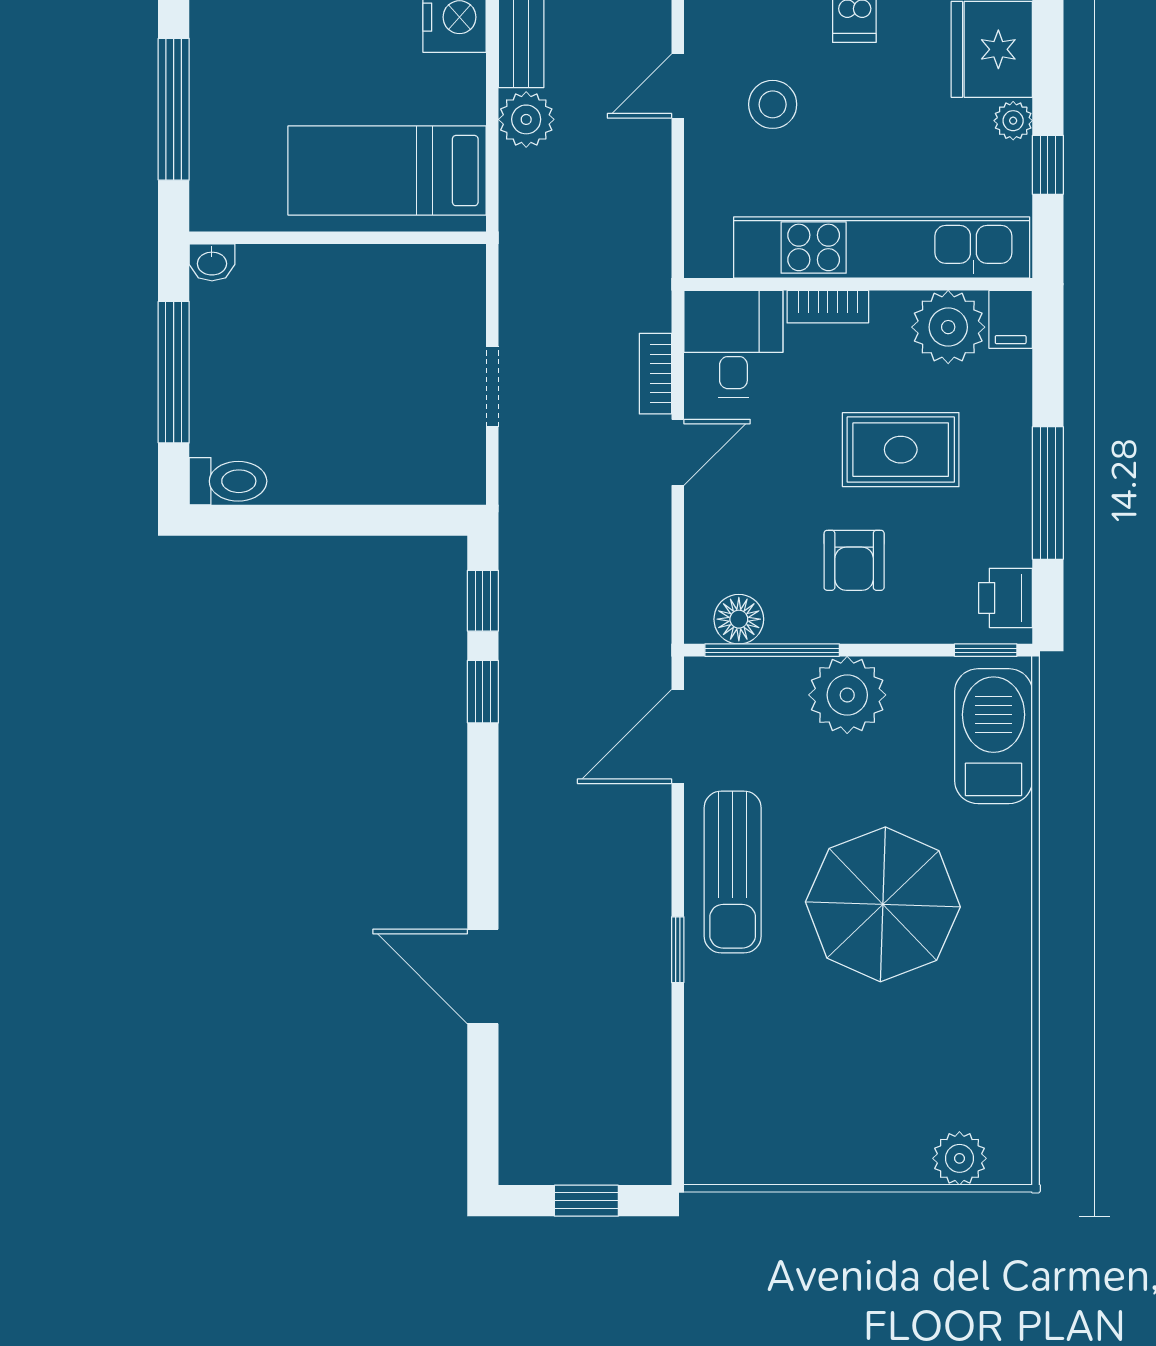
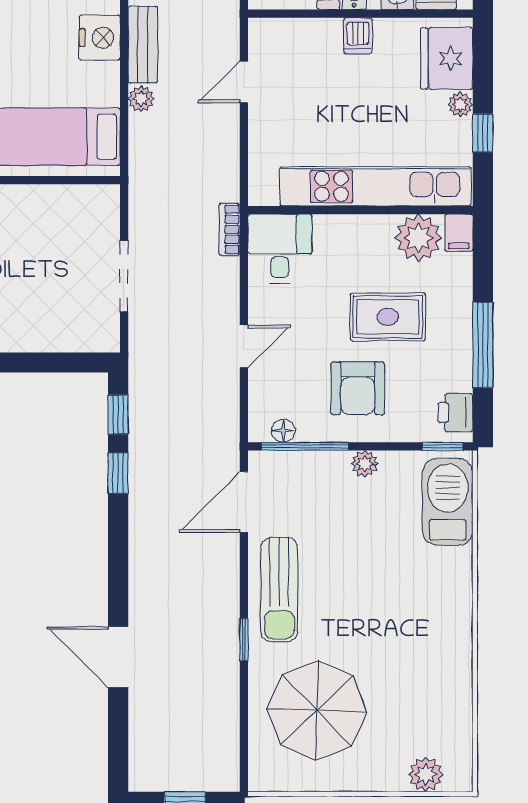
stool: (773, 104) -> (305, 94), removed
plant: (526, 119) -> (141, 99), width x0.73, depth x0.73
bookcase: (828, 307) -> (341, 225), removed
bookcase: (655, 374) -> (229, 229), moved
doorway: (492, 387) -> (124, 276), width x1.38
door: (678, 452) -> (244, 346), moved
armchair: (854, 560) -> (358, 388), width x1.38, depth x1.38
floor lamp: (739, 619) -> (283, 431), width x0.73, depth x0.73
plant: (847, 695) -> (365, 464), width x0.53, depth x0.53
parasol: (883, 904) -> (317, 710), moved

